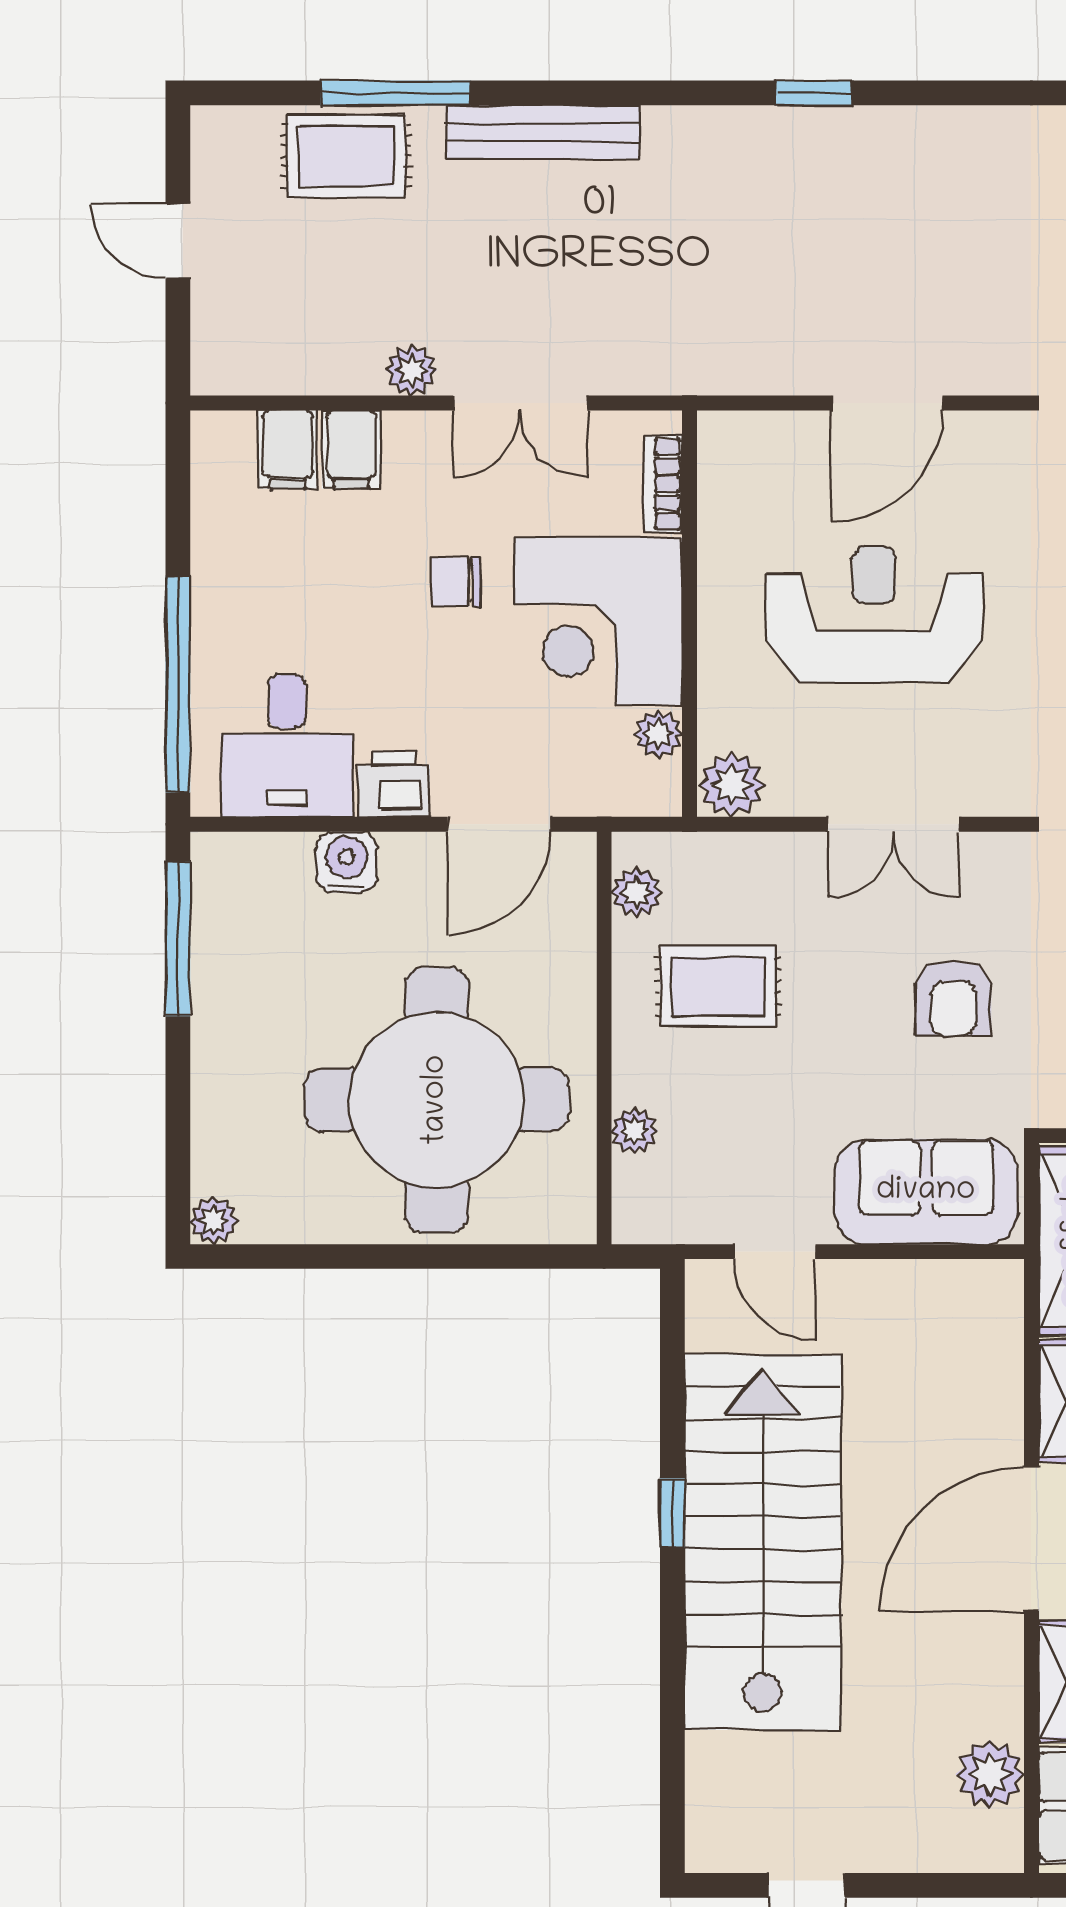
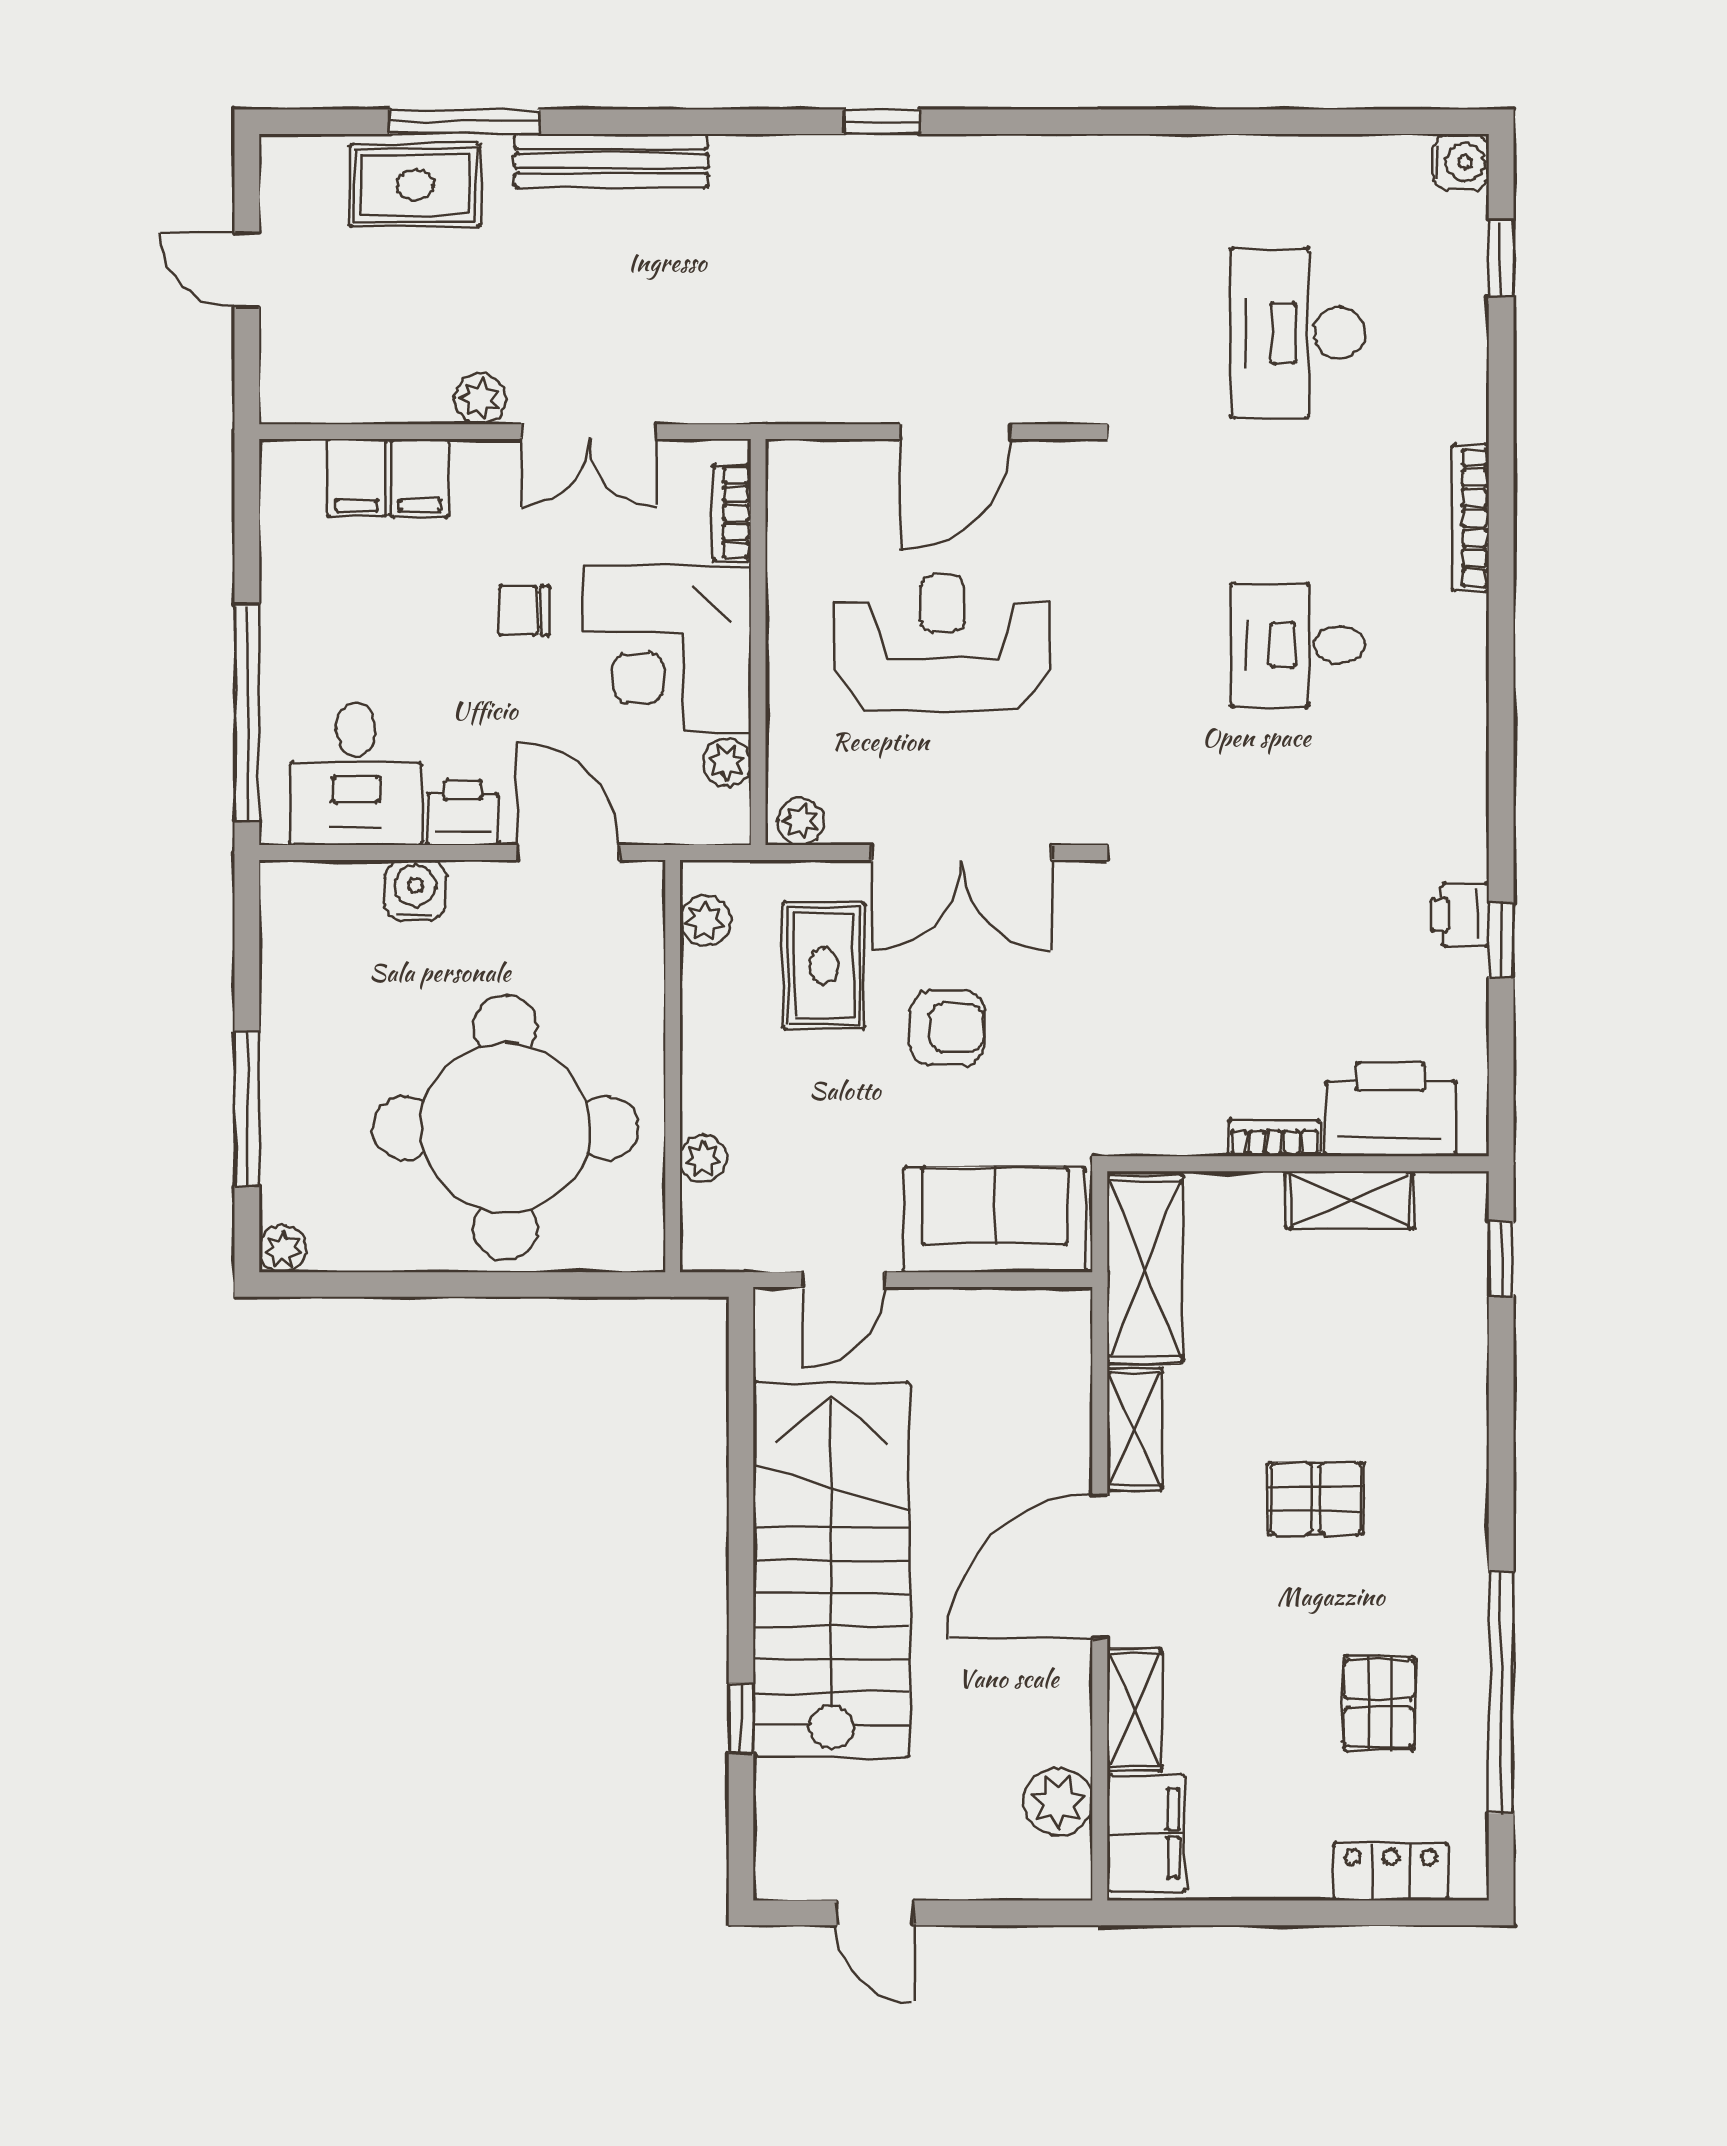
plant: (732, 784) -> (800, 822), width x0.73, depth x0.73
door: (499, 824) -> (568, 853), swing flipped
double door: (893, 824) -> (962, 853), width x1.37
window: (178, 939) -> (247, 1109), moved
rug: (718, 986) -> (824, 966), moved, turned 90
armchair: (953, 998) -> (948, 1028), moved, turned -90
door: (775, 1252) -> (843, 1280), hinge flipped
window: (672, 1513) -> (741, 1718), moved

